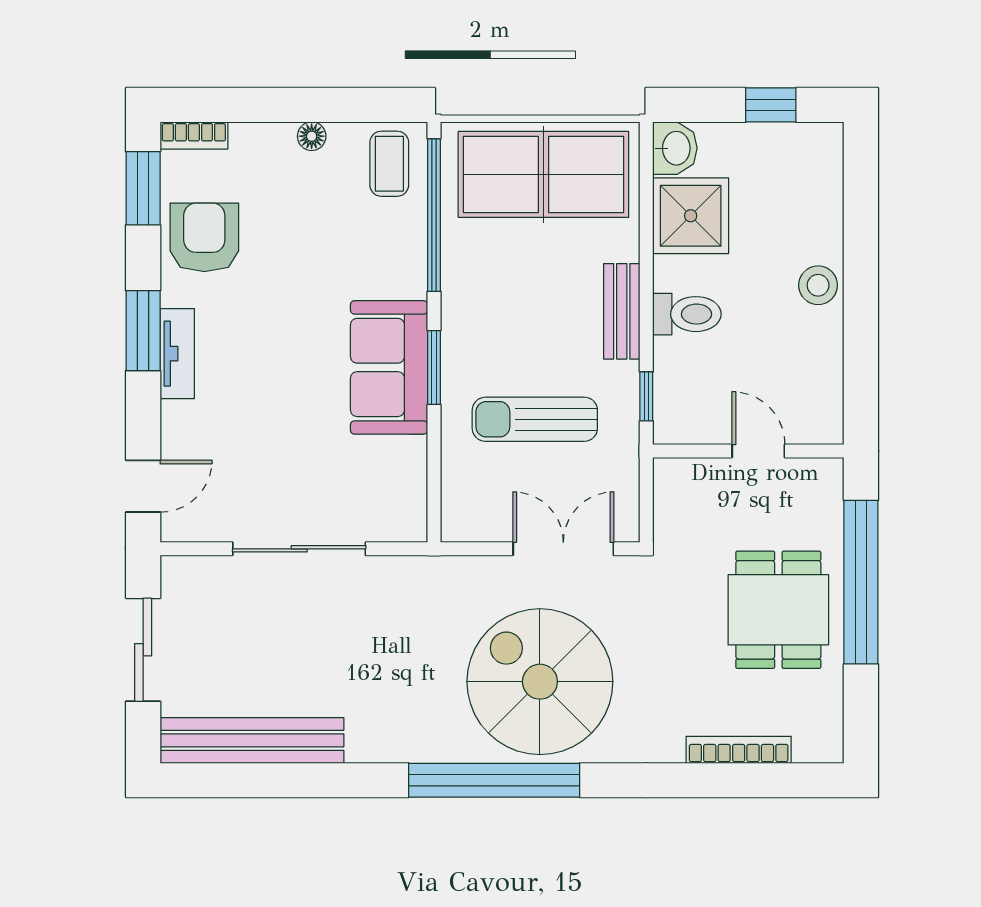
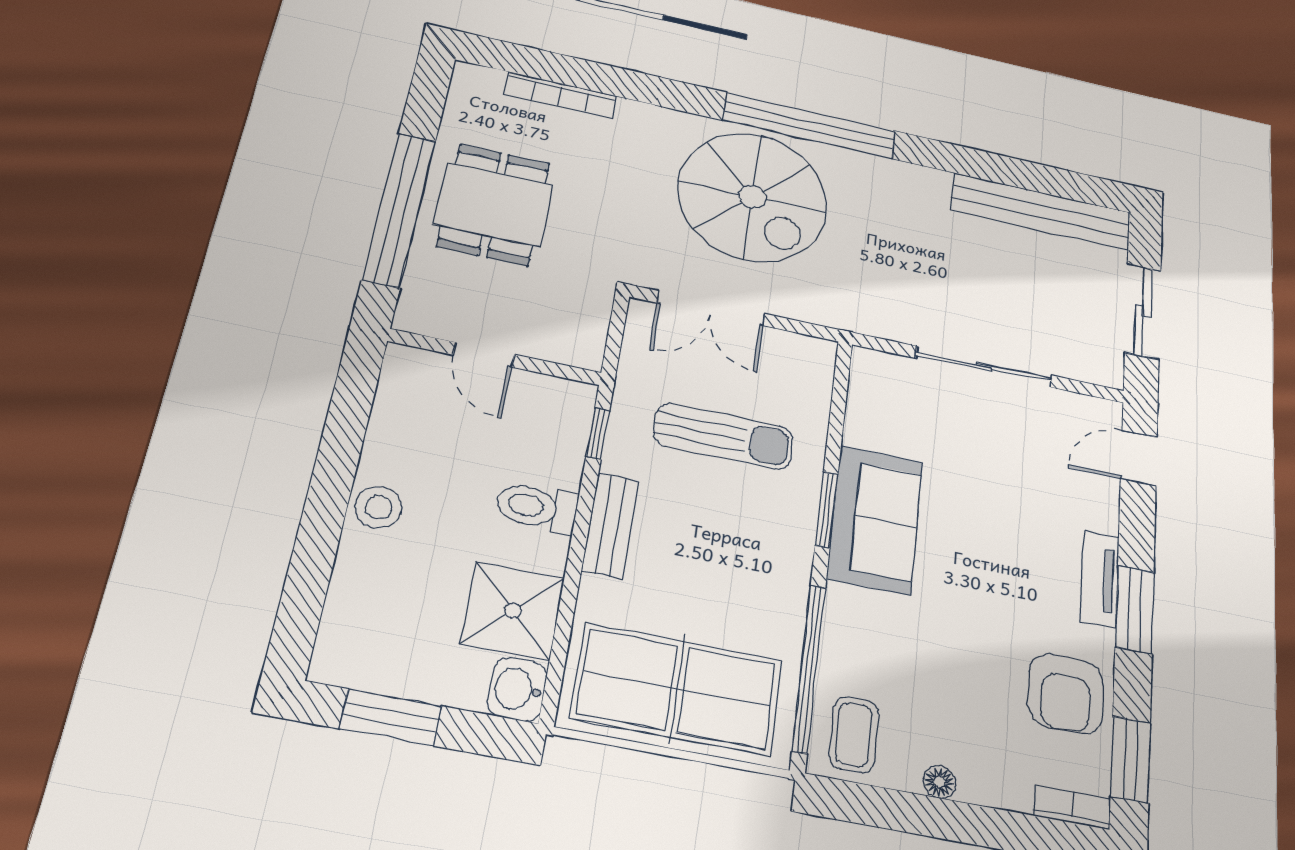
window: (771, 105) -> (391, 717), width x1.50

